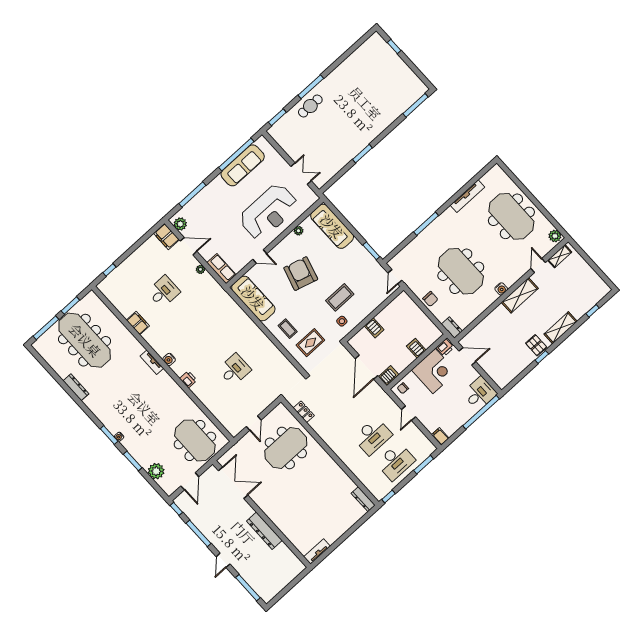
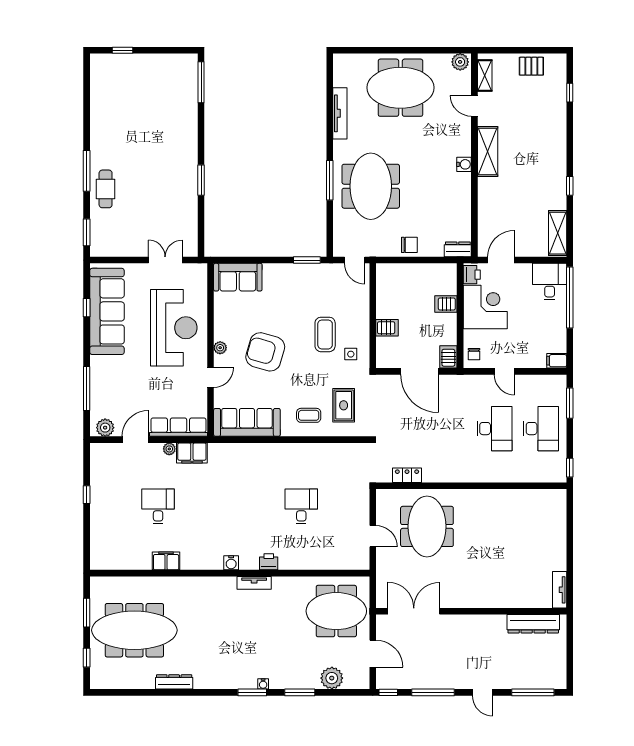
window: (236, 154) -> (87, 308), width x0.32
sofa: (243, 165) -> (107, 311), width x1.36, depth x1.27
sofa: (332, 226) -> (238, 277), width x0.73
plant: (298, 231) -> (220, 348), moved
filing cabinet: (166, 236) -> (192, 453), moved
row of seats: (221, 269) -> (178, 427), width x1.48
window: (109, 270) -> (87, 495), moved
meeting table: (461, 271) -> (371, 186), moved, turned 90
window: (46, 328) -> (87, 658), width x0.46
shelving: (561, 328) -> (558, 233), moved
pallet: (536, 345) -> (531, 66), moved
tv unit: (152, 362) -> (254, 583), moved
dresser: (363, 499) -> (549, 496), removed
dresser: (264, 531) -> (533, 624), moved

